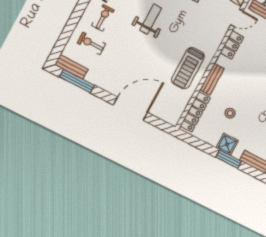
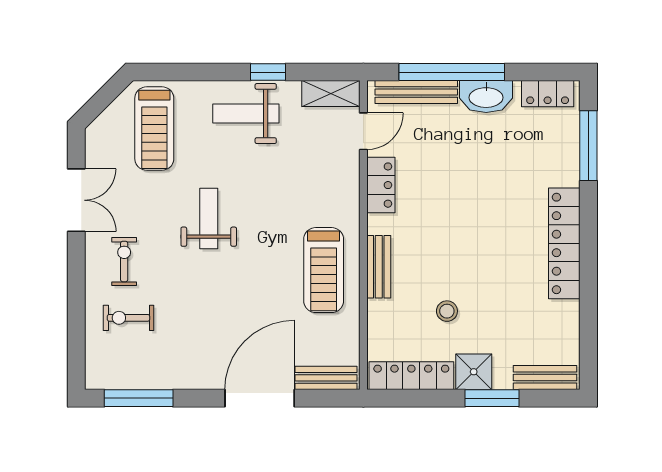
bench: (71, 67) -> (326, 378), moved
locker: (195, 112) -> (411, 376), moved, turned -90

